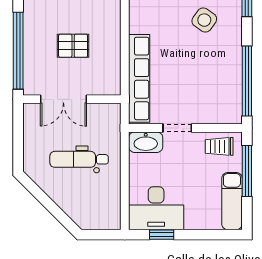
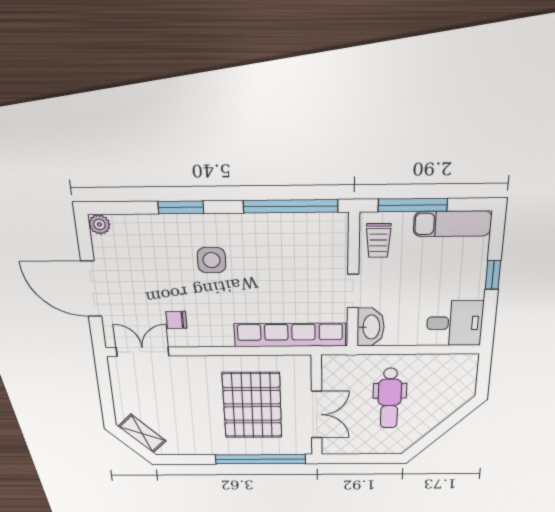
side table: (204, 20) -> (212, 260), turned -35
pallet: (73, 46) -> (252, 405), width x2.05, depth x2.00
desk: (156, 208) -> (455, 323), width x0.73
window: (162, 235) -> (493, 275), moved

